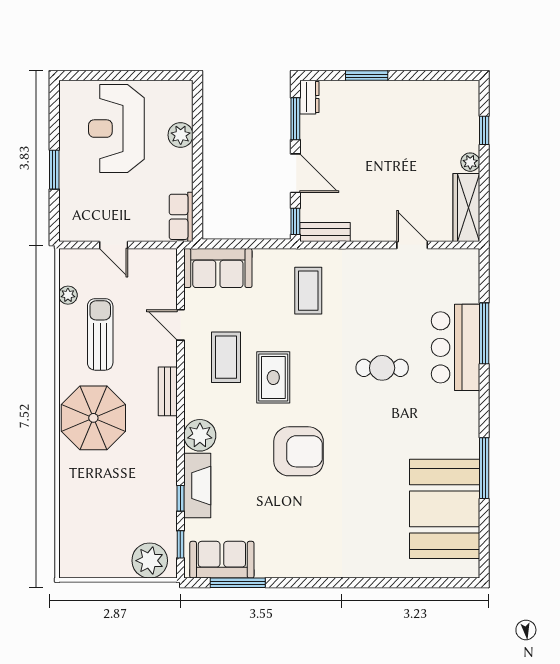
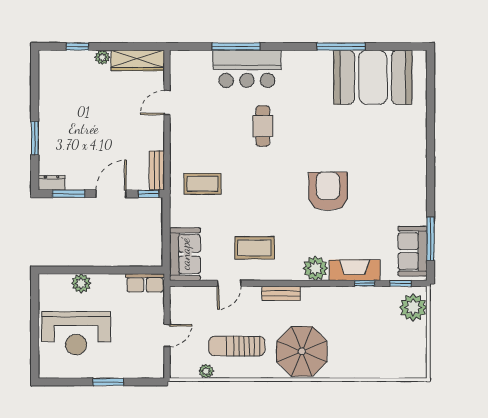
rug: (273, 377) -> (270, 211), removed

